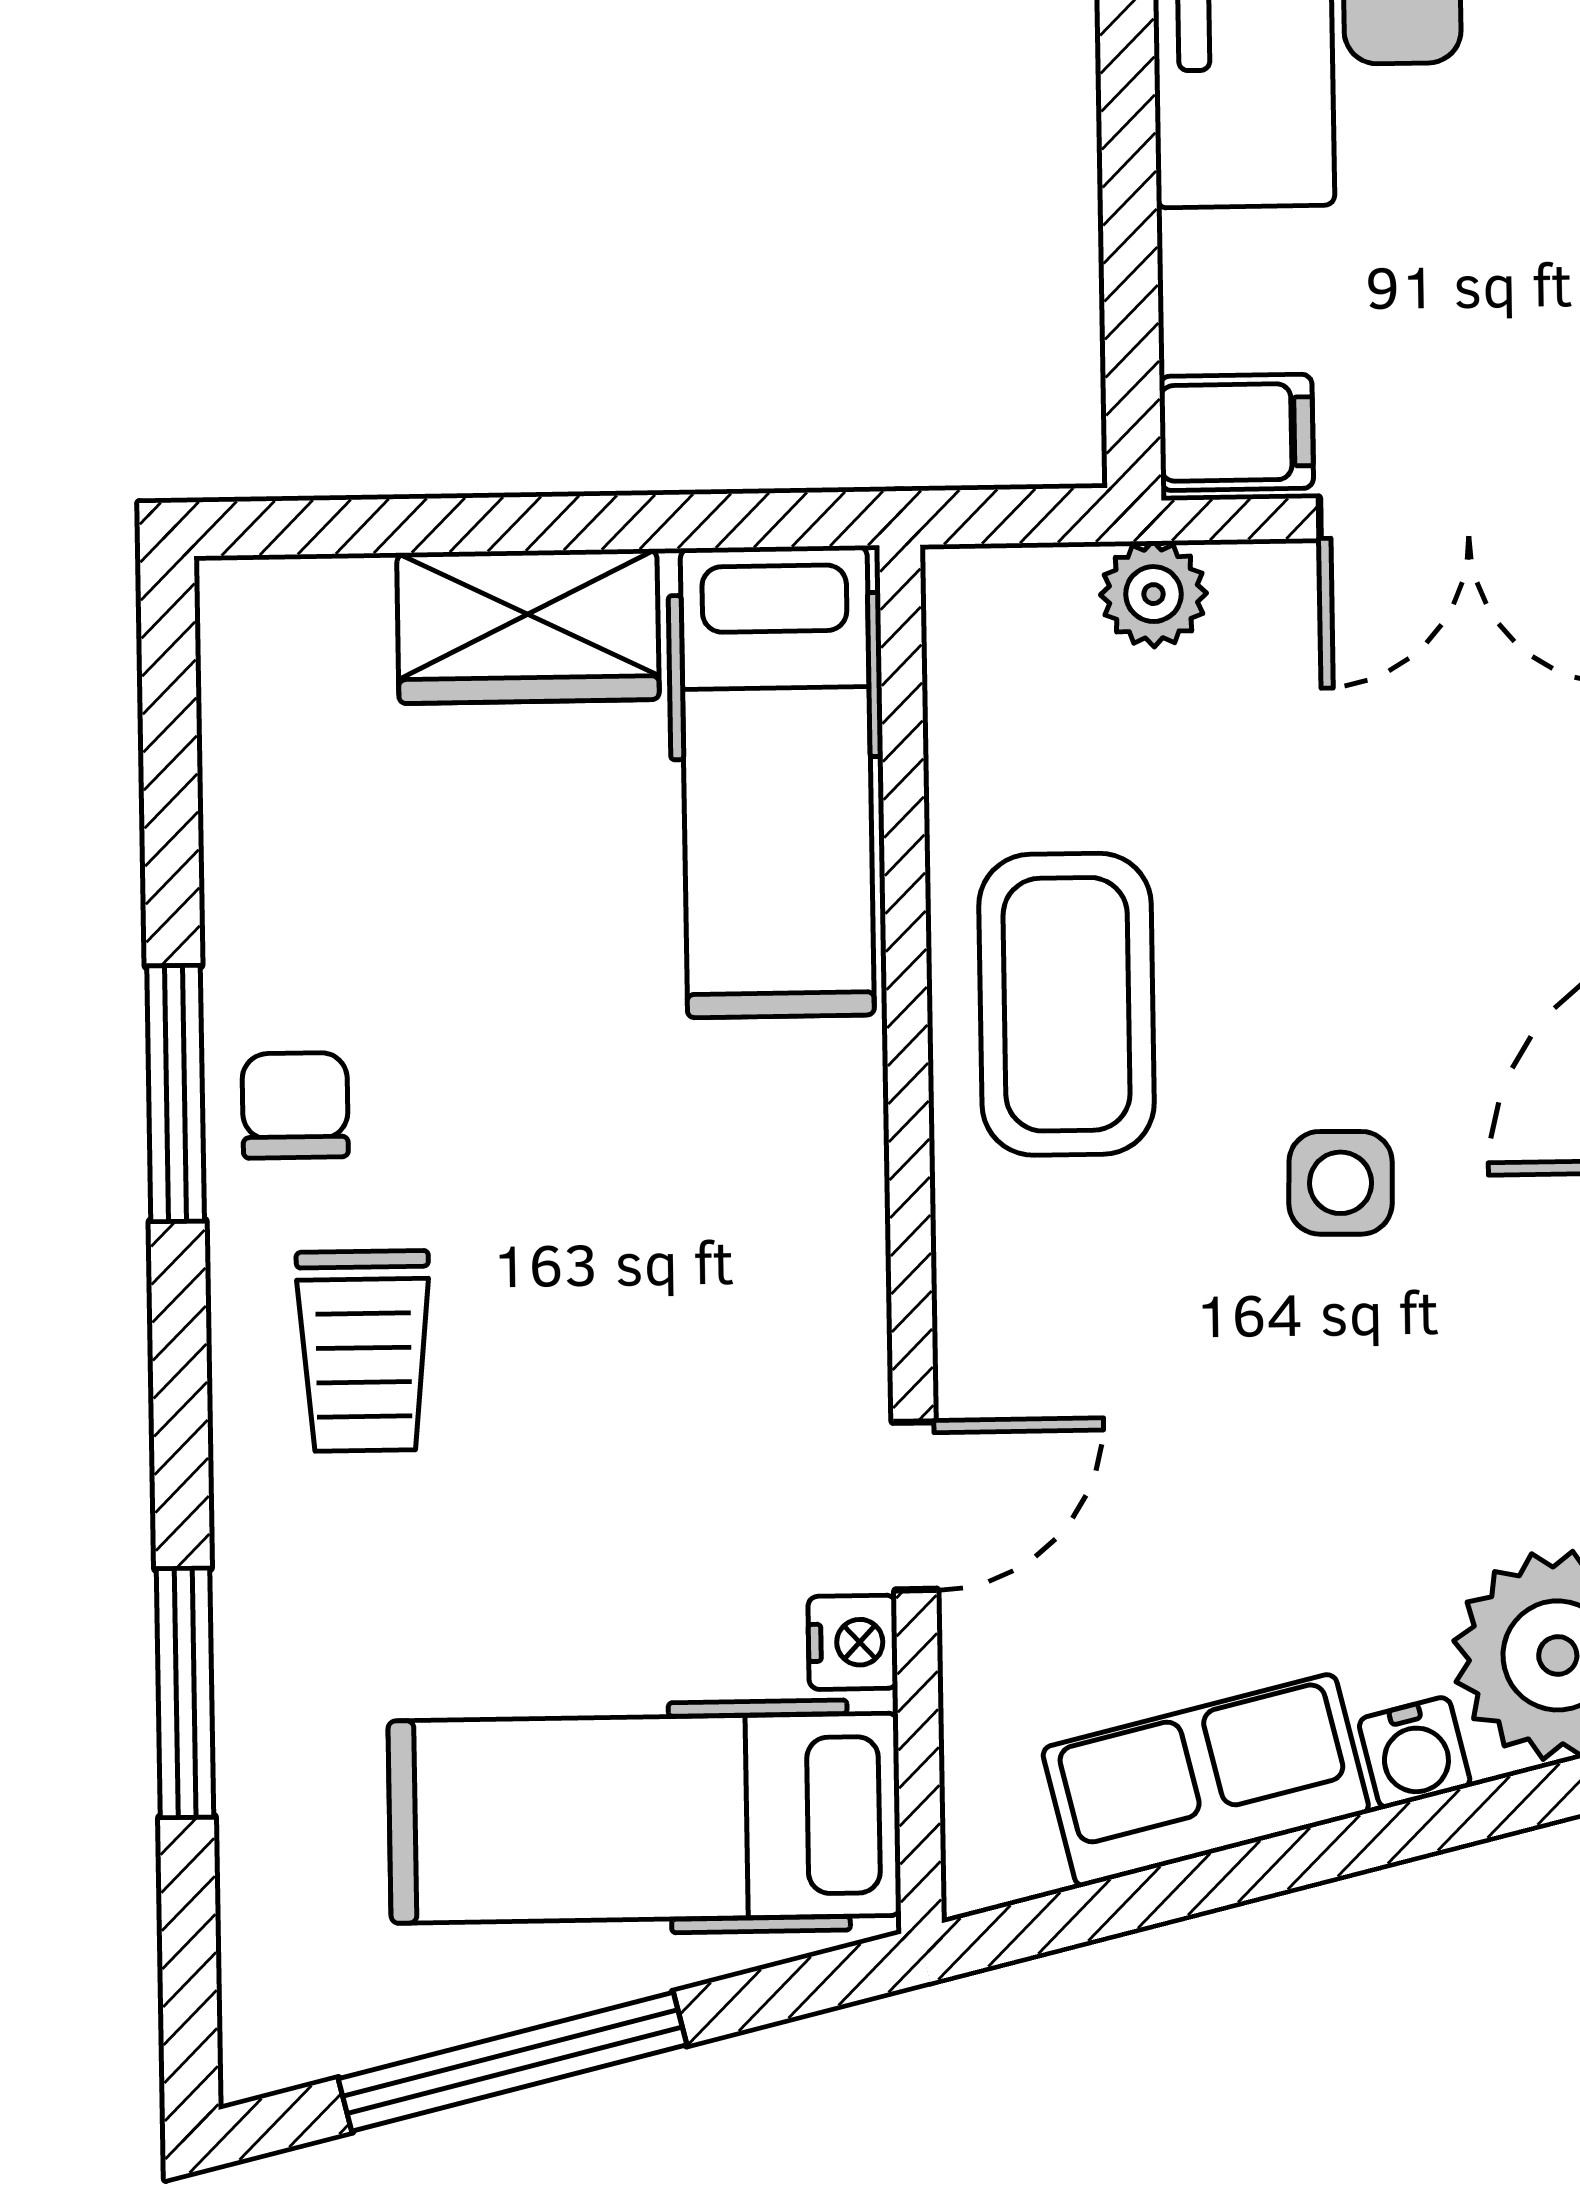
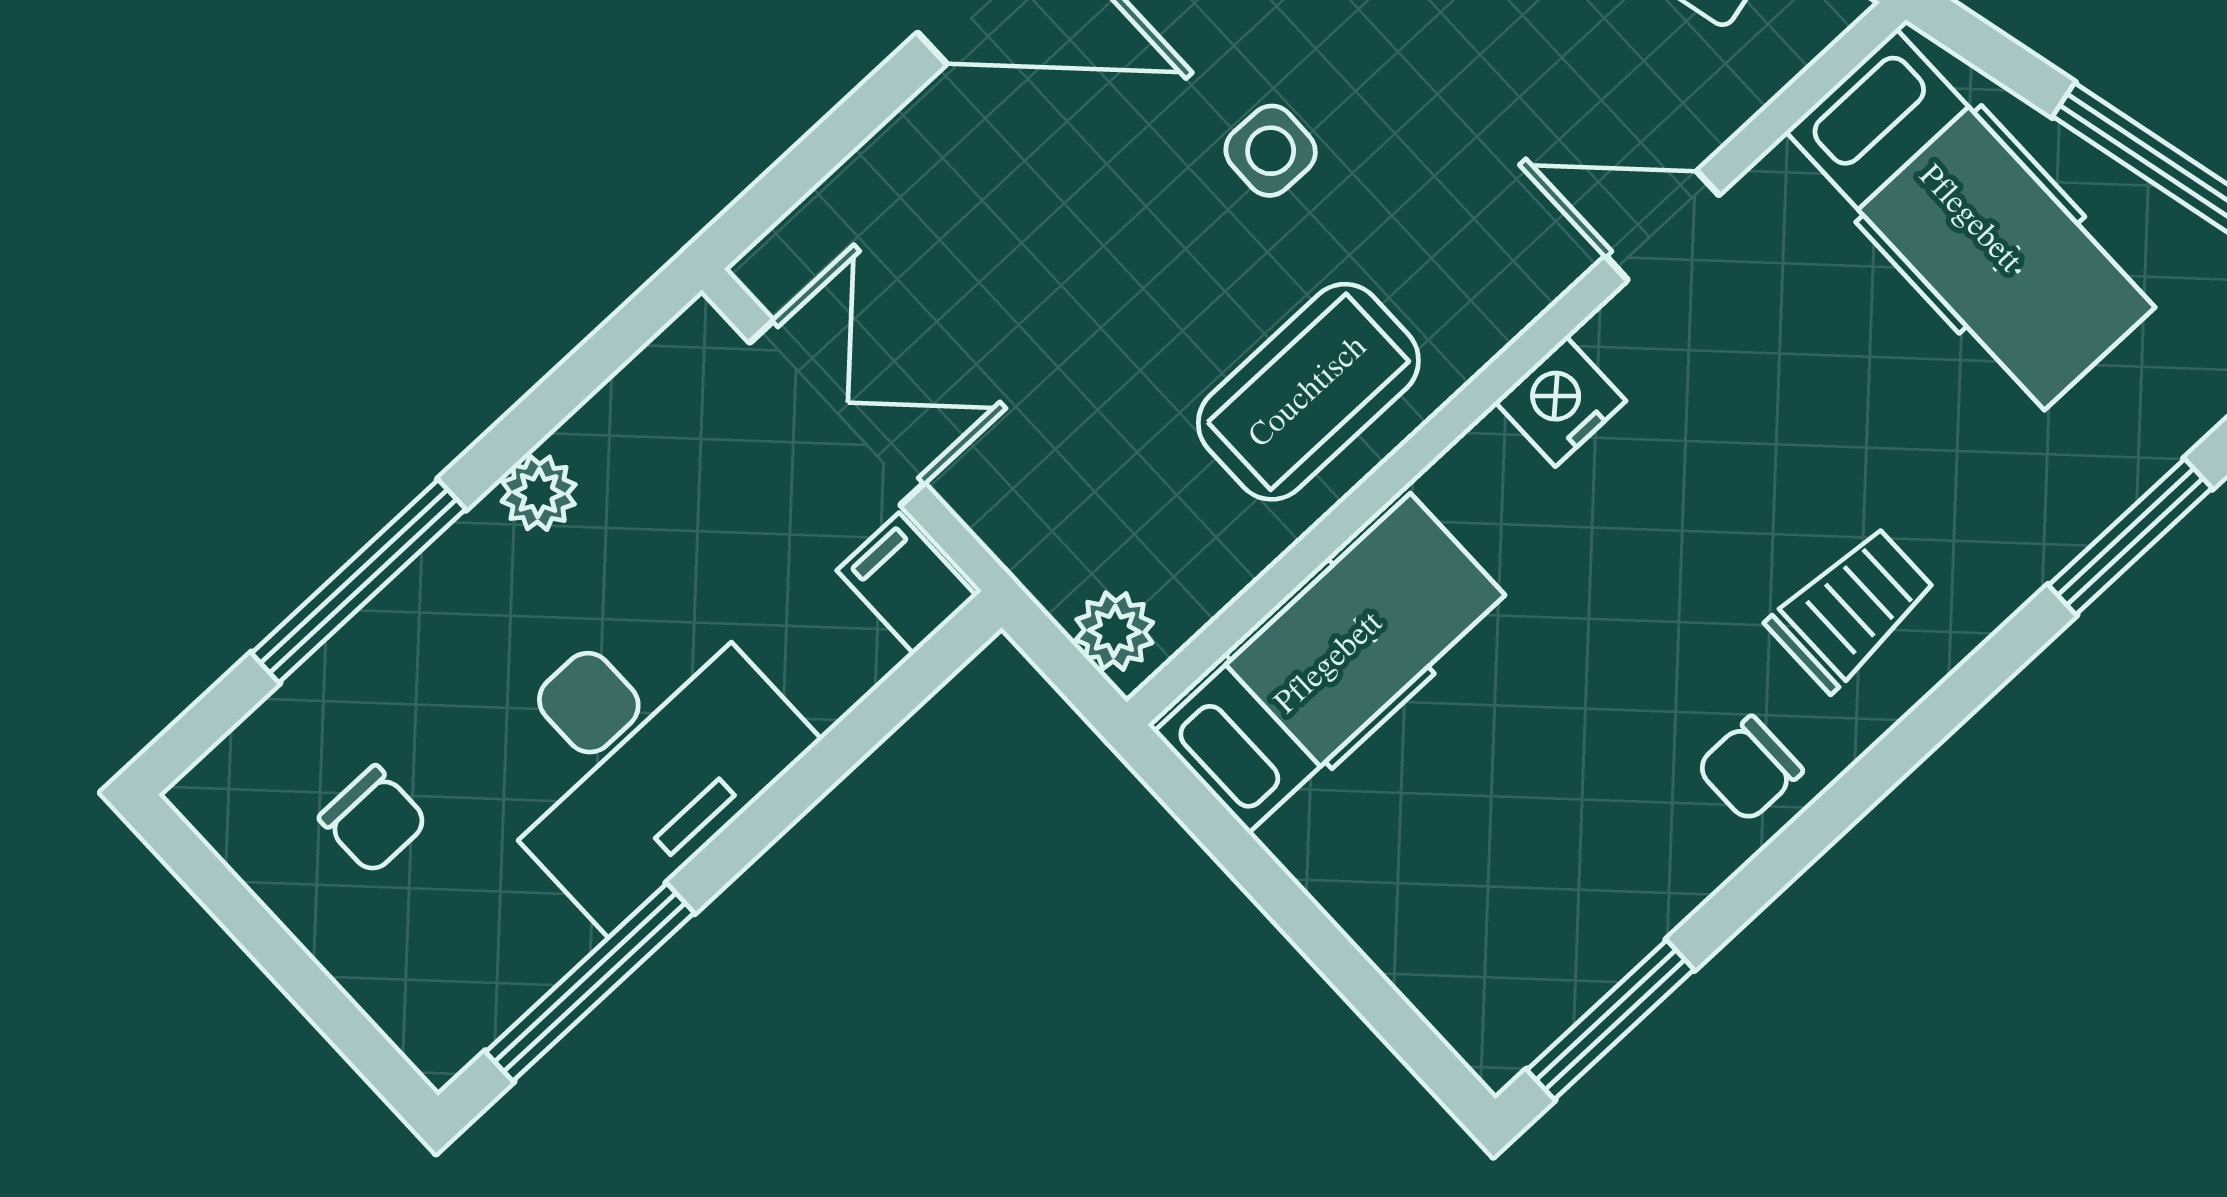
plant: (1153, 594) -> (1114, 631), moved
wardrobe: (528, 626) -> (1368, 879), removed
window: (176, 1094) -> (1610, 1020), moved
nightstand: (853, 1642) -> (1560, 401), moved, width x1.39, depth x1.35

